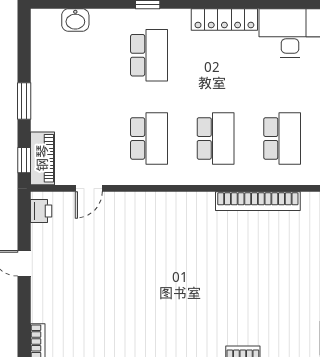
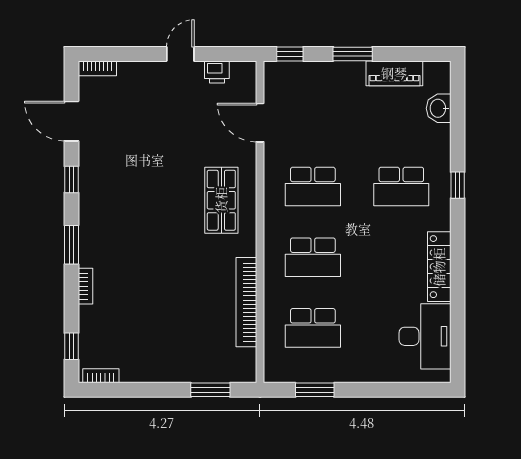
piano: (42, 158) -> (394, 73), moved
door: (89, 188) -> (260, 123), width x1.38
printer: (41, 211) -> (217, 72), moved
shop shelf: (162, 225) -> (221, 200), added

